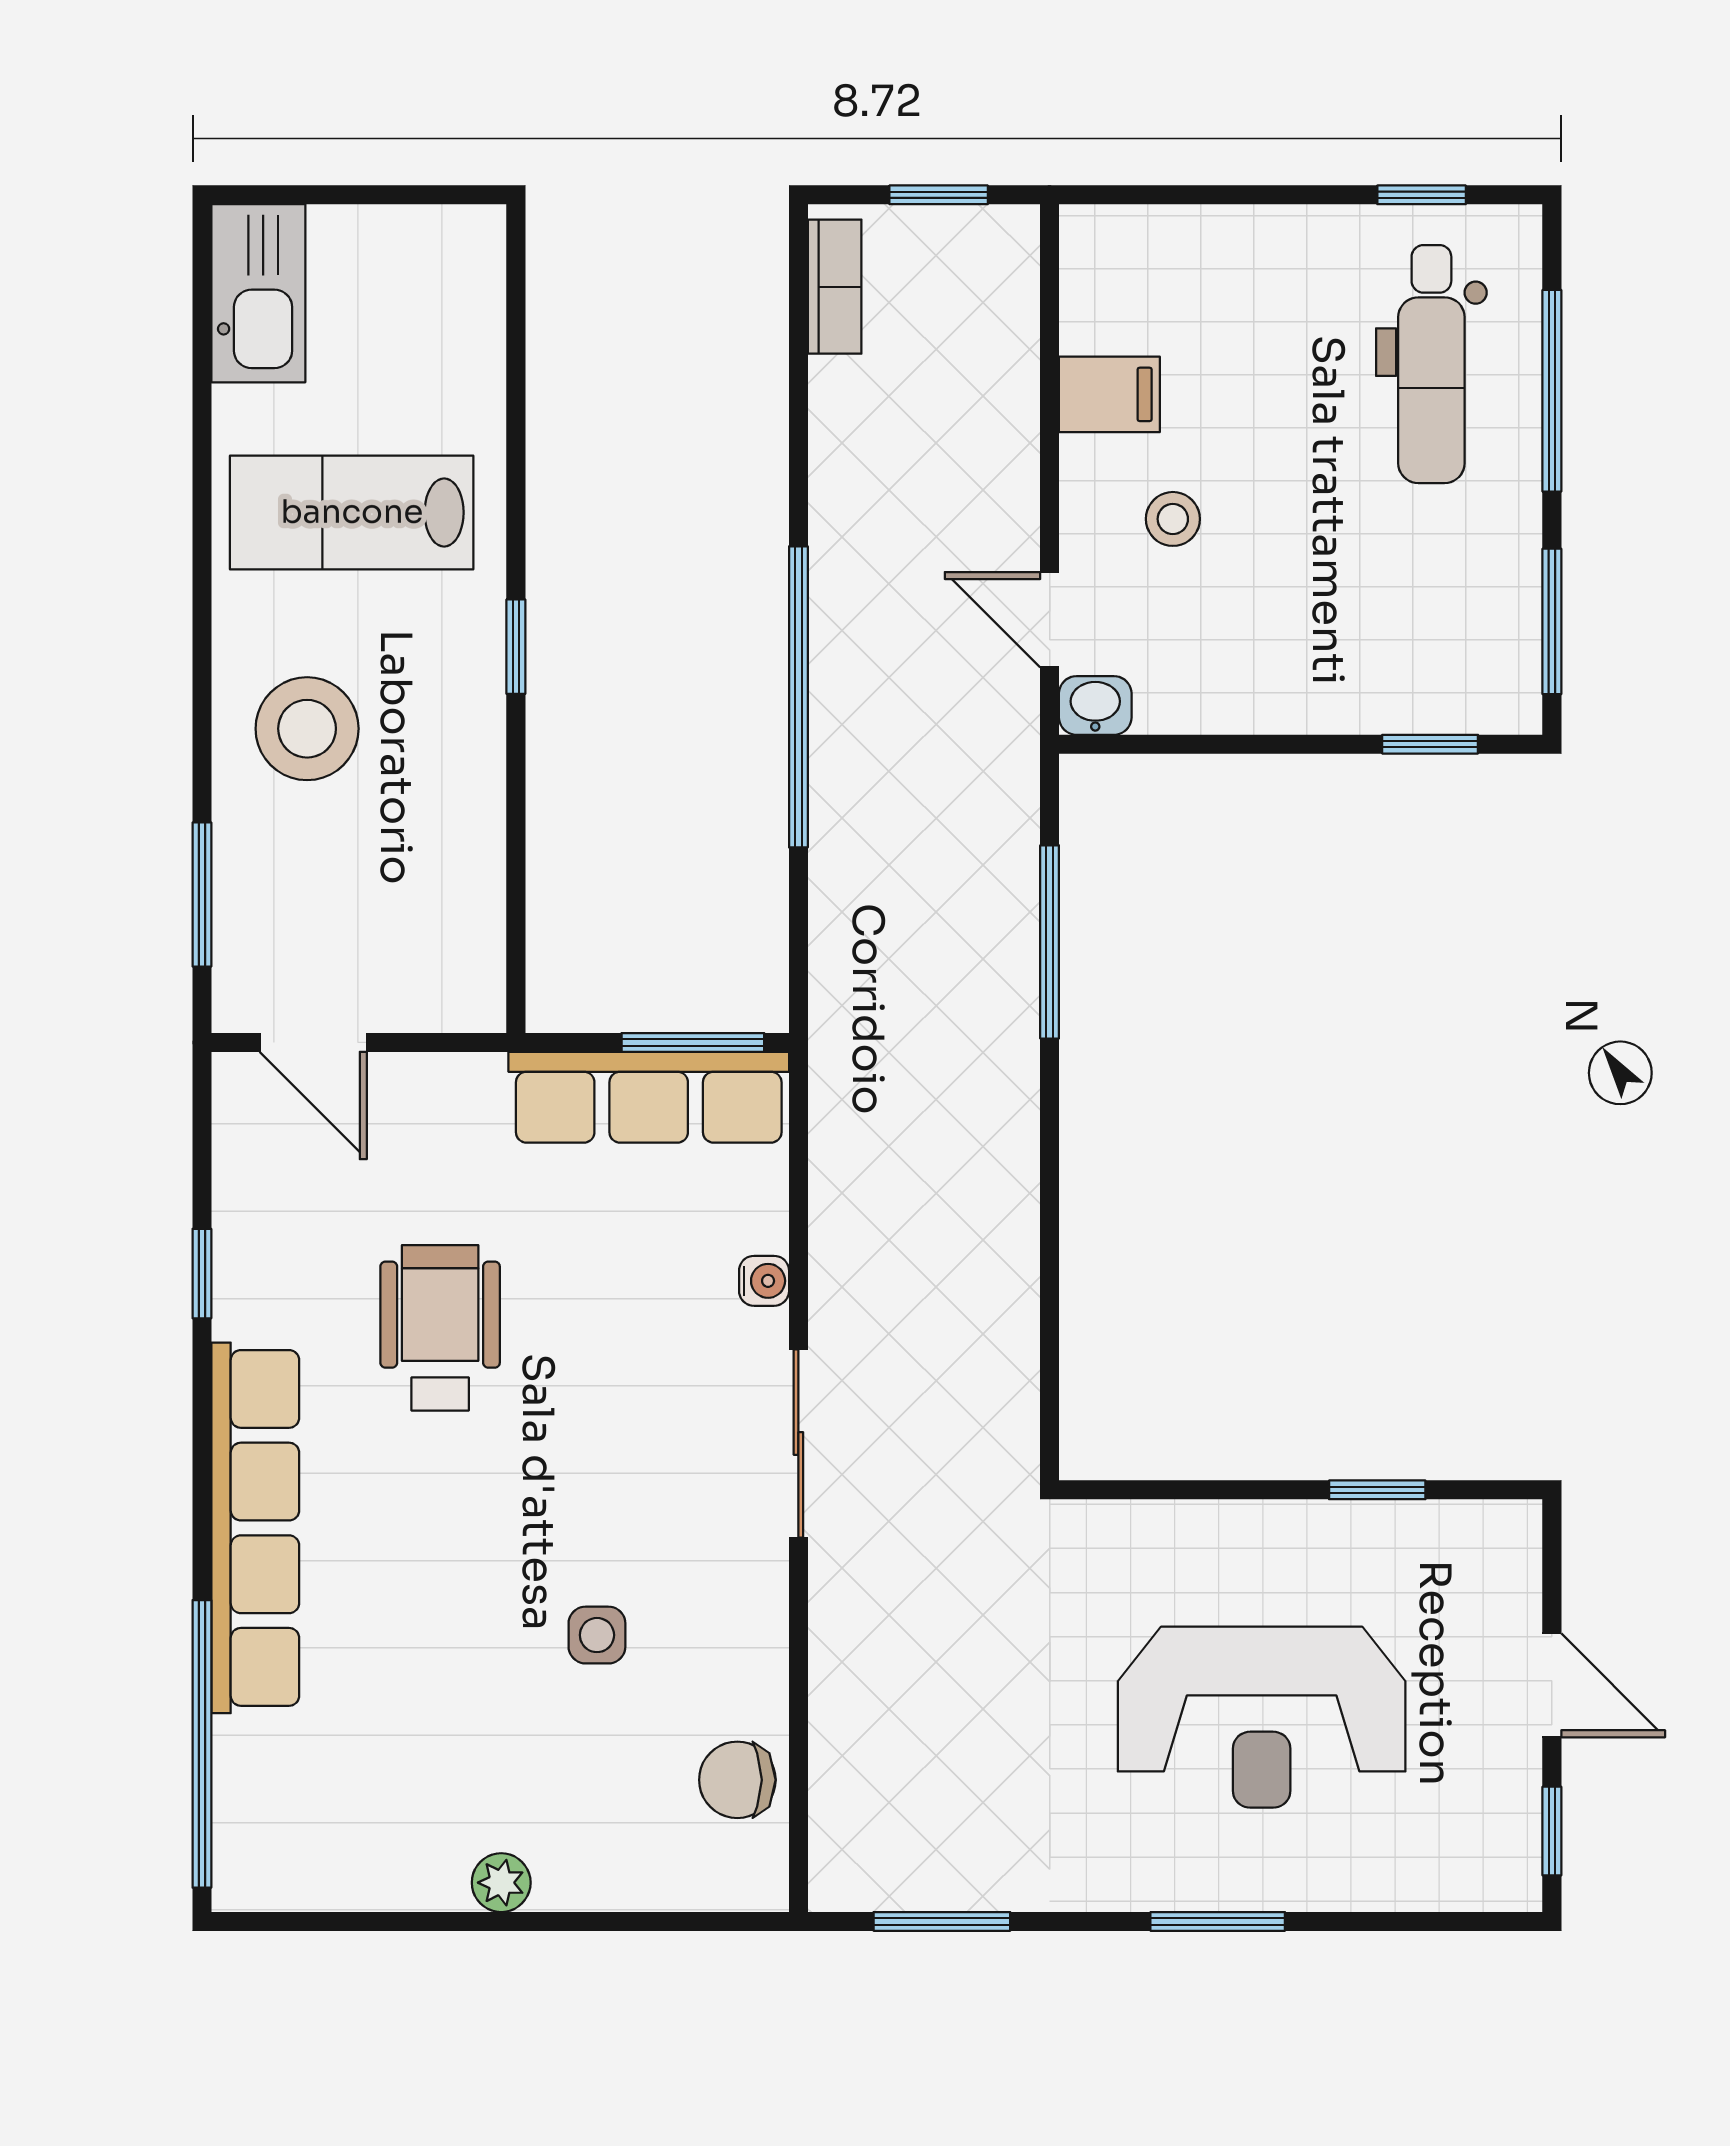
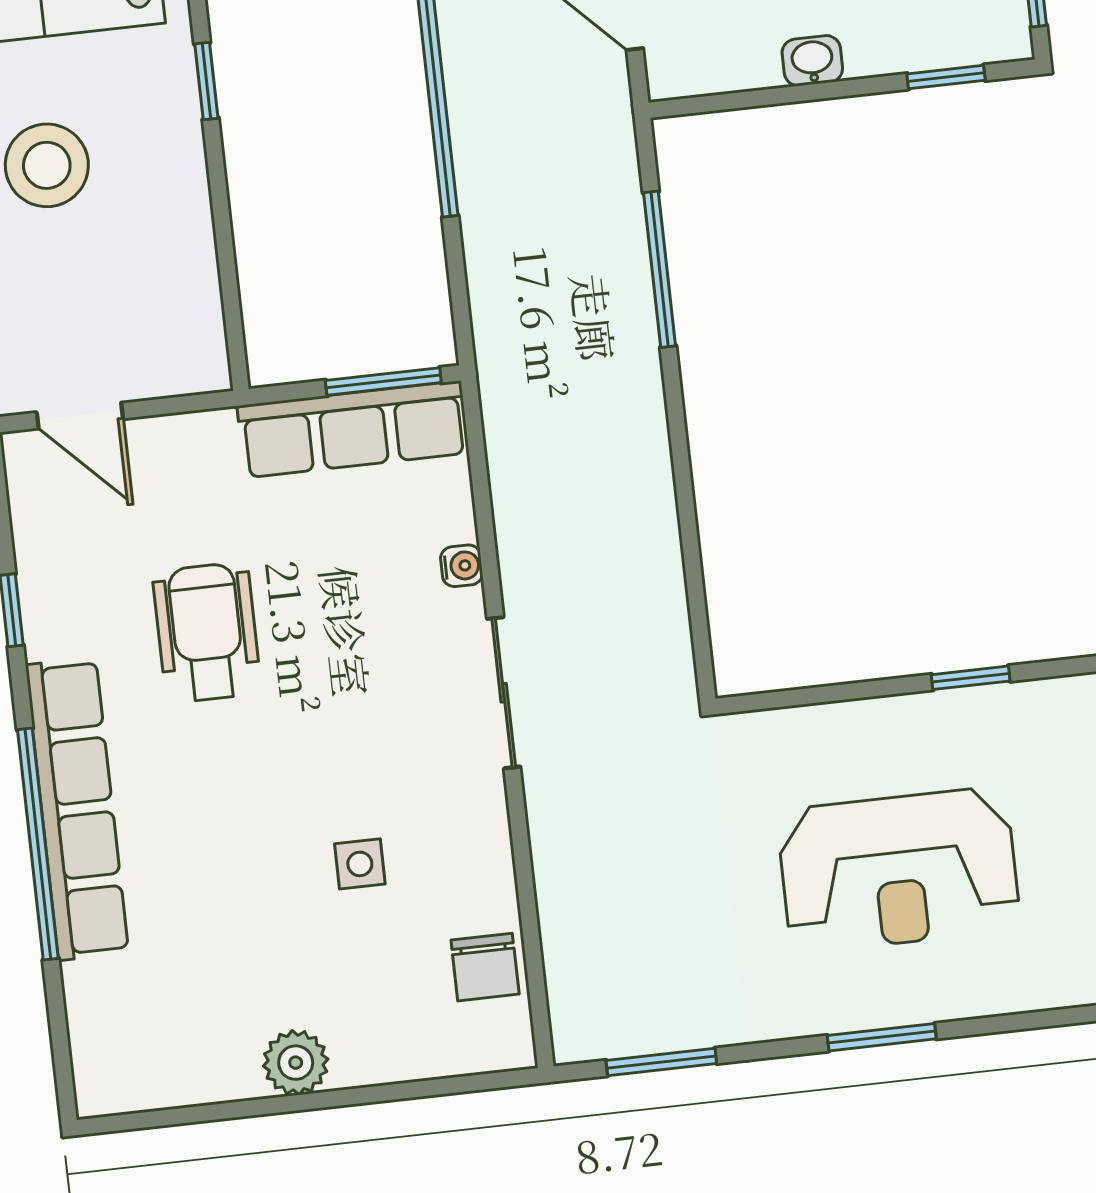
washbasin: (1095, 705) -> (812, 61), moved
window: (202, 1744) -> (38, 844), moved
chair: (737, 1780) -> (485, 967), turned -90
plant: (501, 1883) -> (296, 1063), width x1.38, depth x1.38

